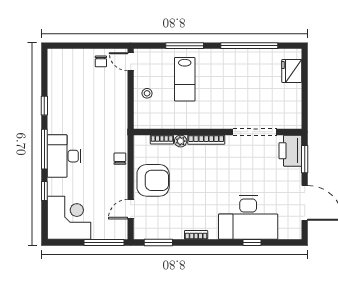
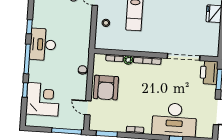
desk: (64, 156) -> (43, 44), moved
armchair: (153, 180) -> (106, 88), turned 90
door: (131, 209) -> (88, 108), hinge flipped
corner desk: (69, 218) -> (43, 99), moved

